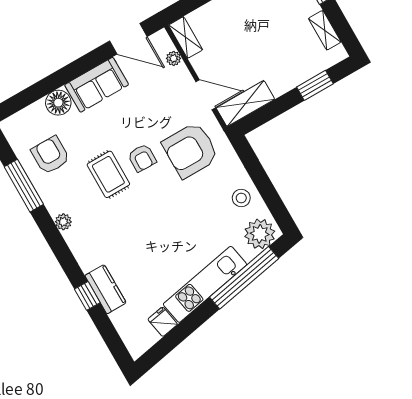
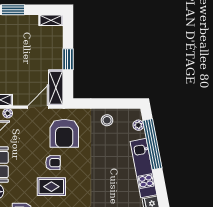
shelving: (325, 30) -> (51, 20), moved
window: (315, 85) -> (68, 59), moved
plant: (260, 234) -> (138, 125), width x0.53, depth x0.53

